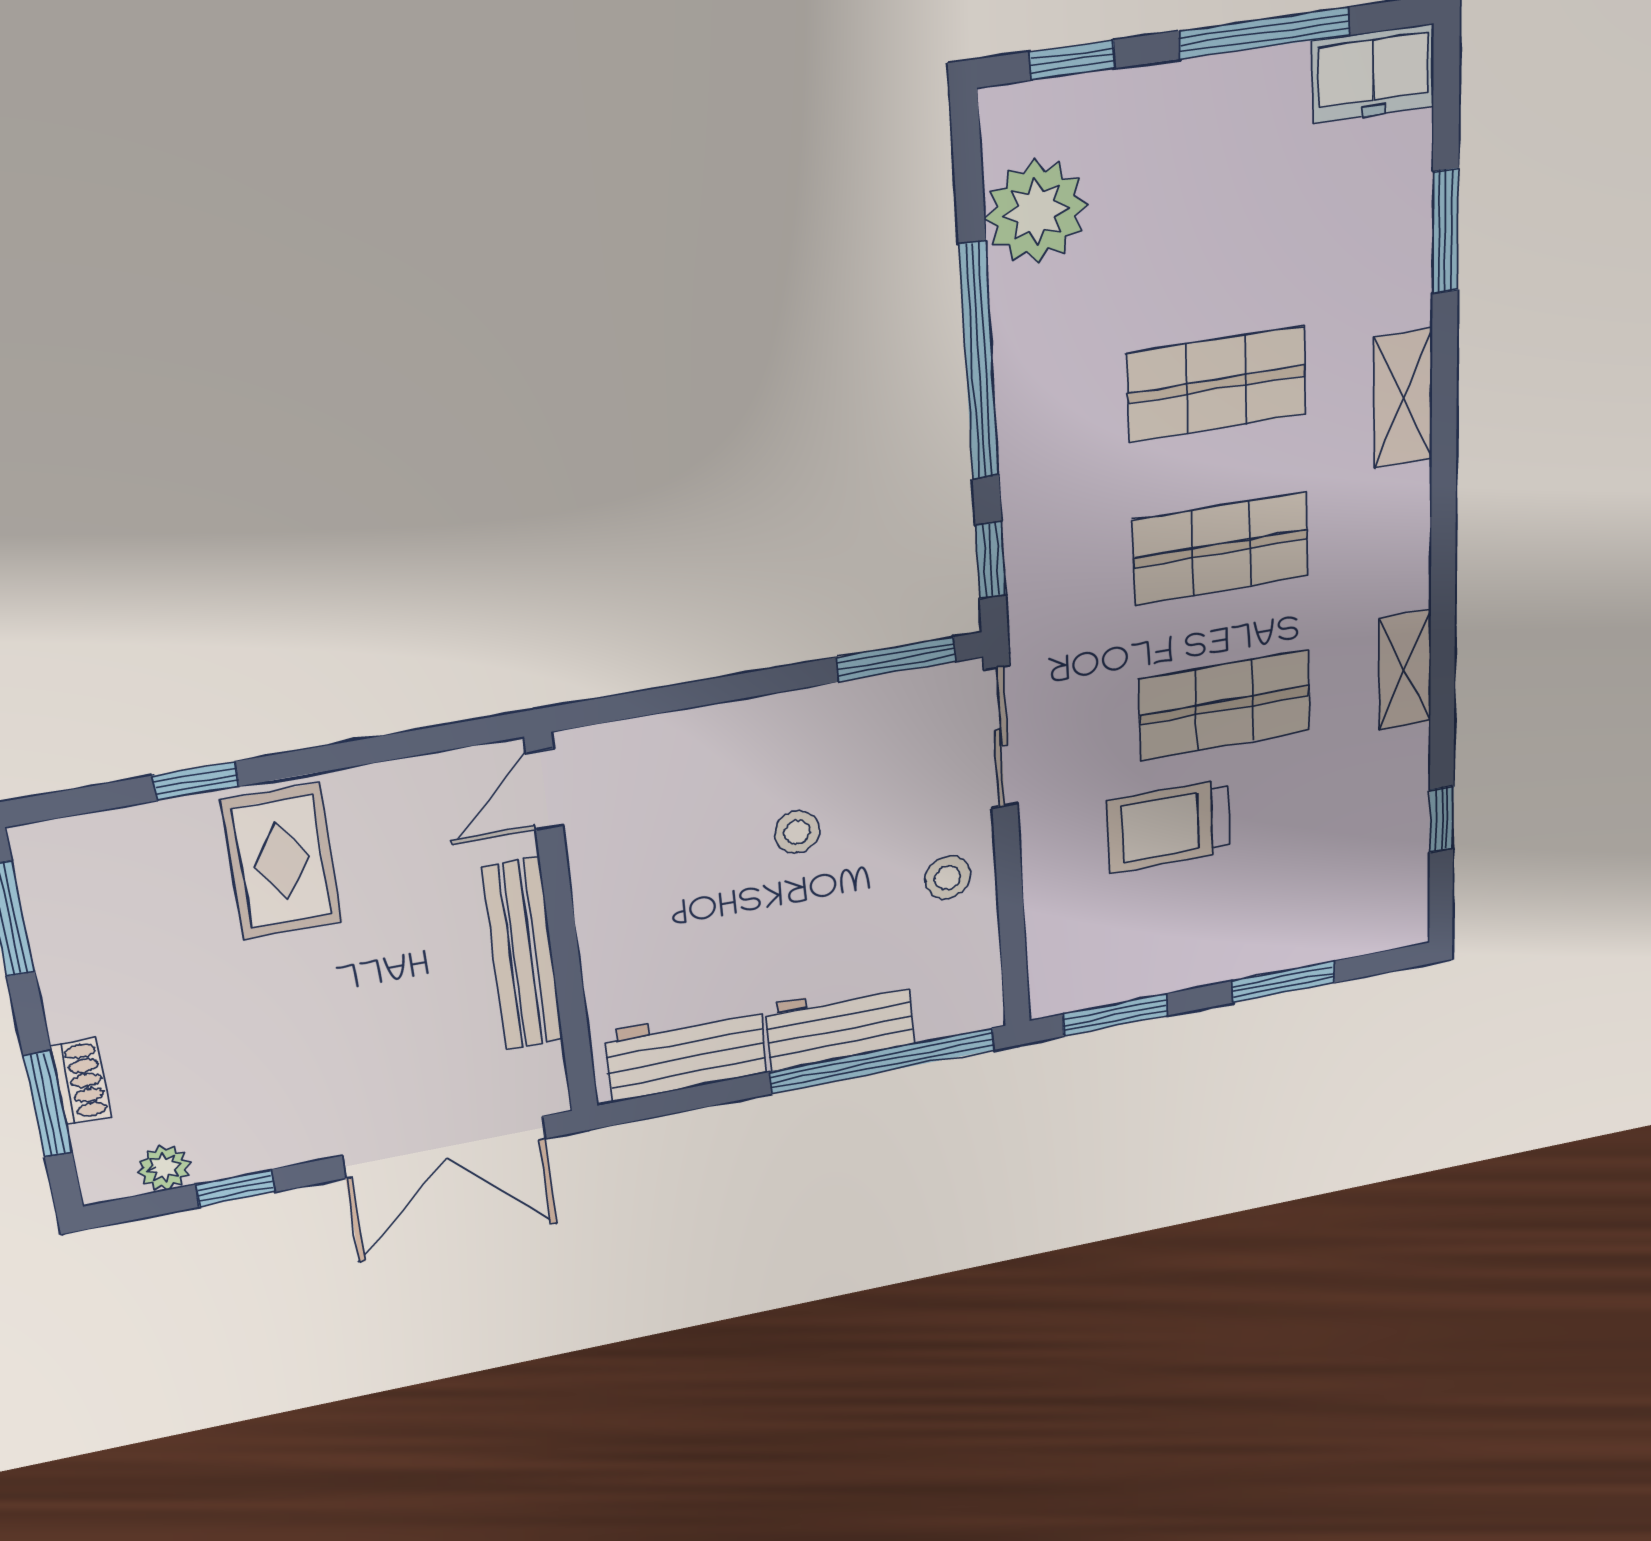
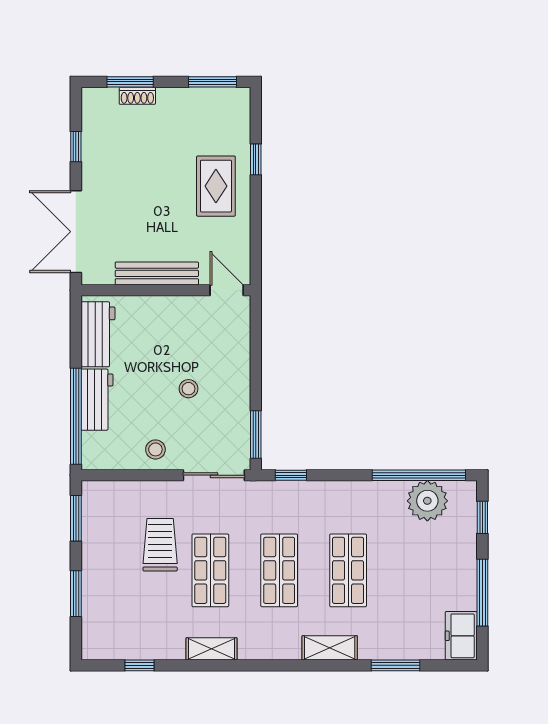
window: (979, 361) -> (419, 475), moved
rug: (282, 862) -> (216, 186), turned 90
plant: (164, 1168) -> (92, 121), removed

